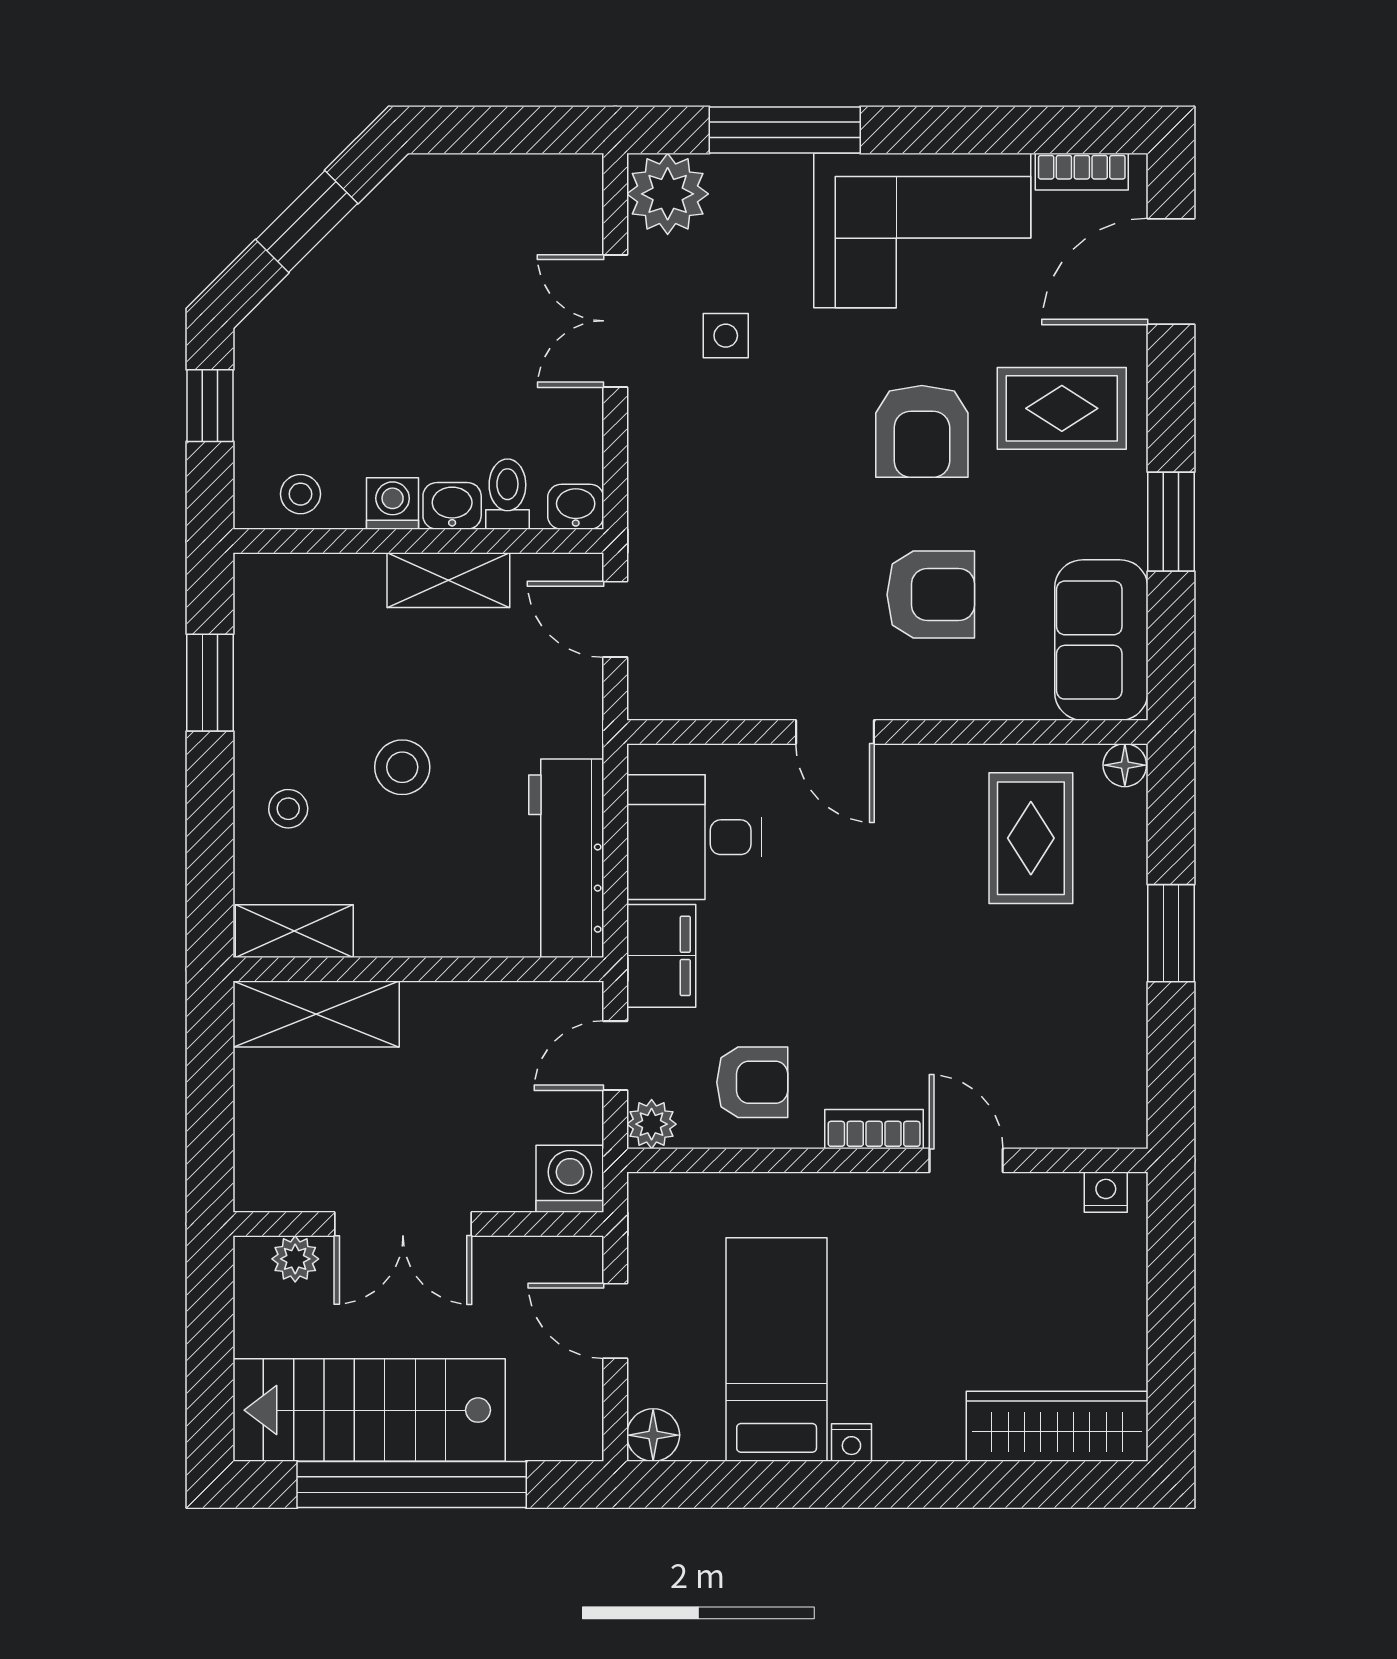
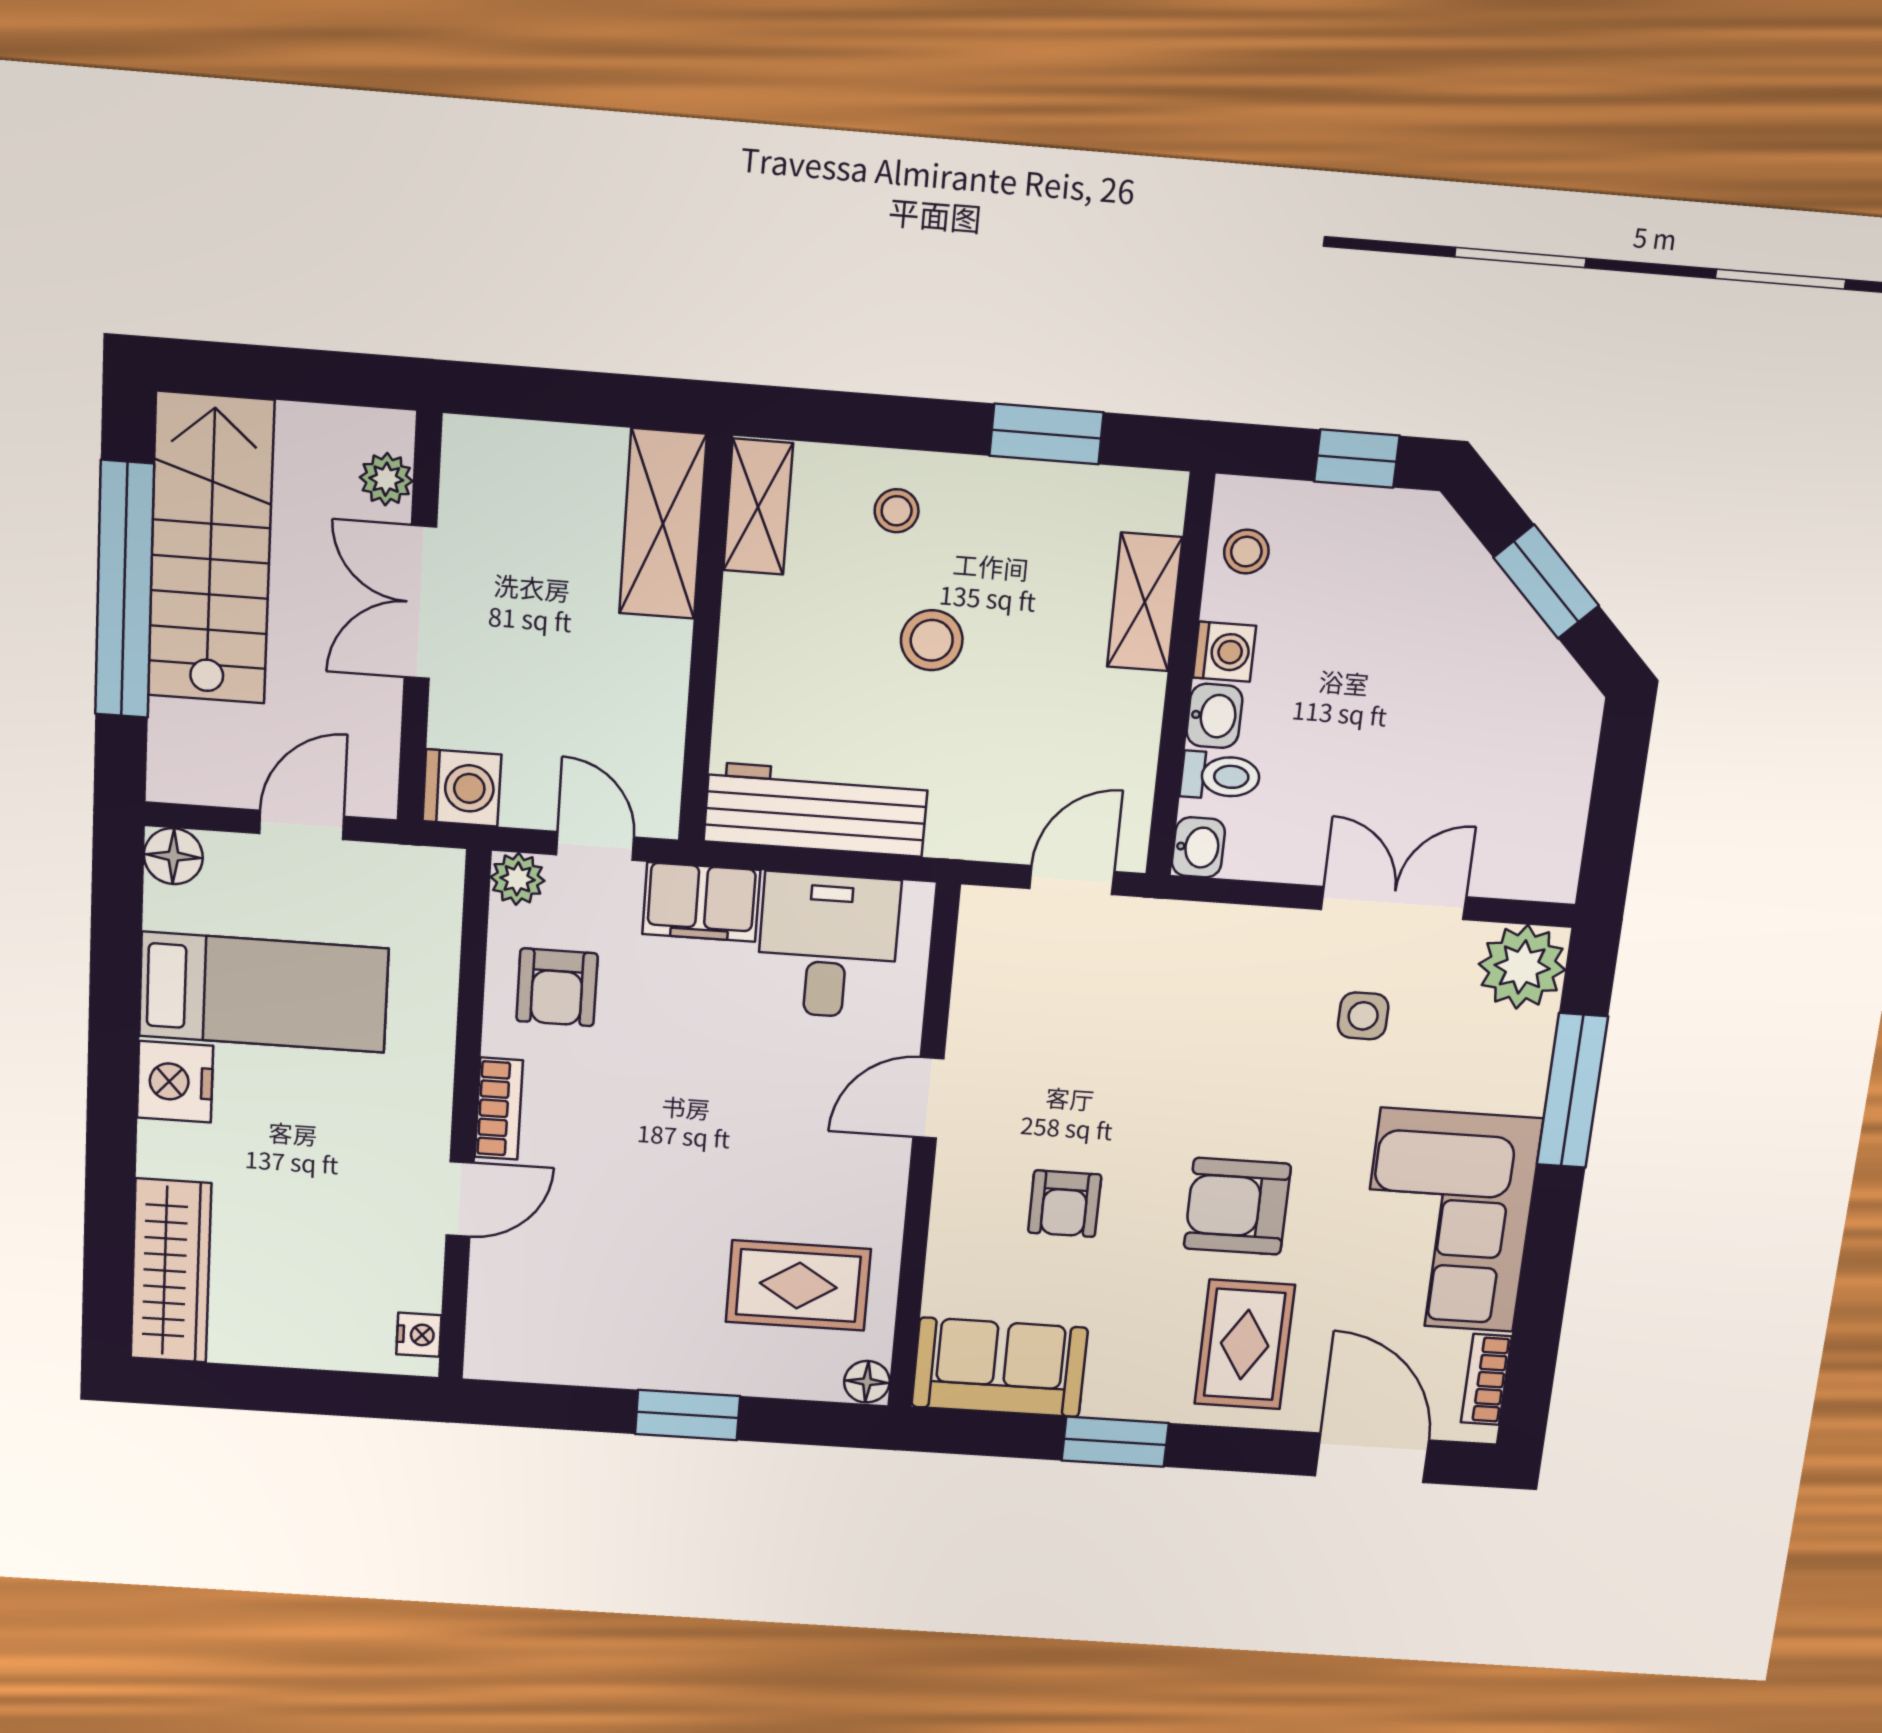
shelving: (448, 580) -> (1145, 602), moved
armchair: (931, 595) -> (1065, 1204), width x0.72, depth x0.72
nightstand: (851, 1443) -> (175, 1082), width x1.89, depth x1.79

